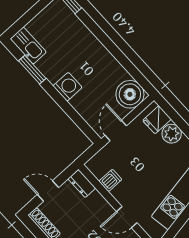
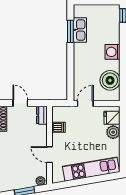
kitchen sink: (28, 45) -> (80, 30), moved
washing machine: (68, 87) -> (112, 52), moved, turned 180
boiler: (130, 94) -> (110, 80), moved

